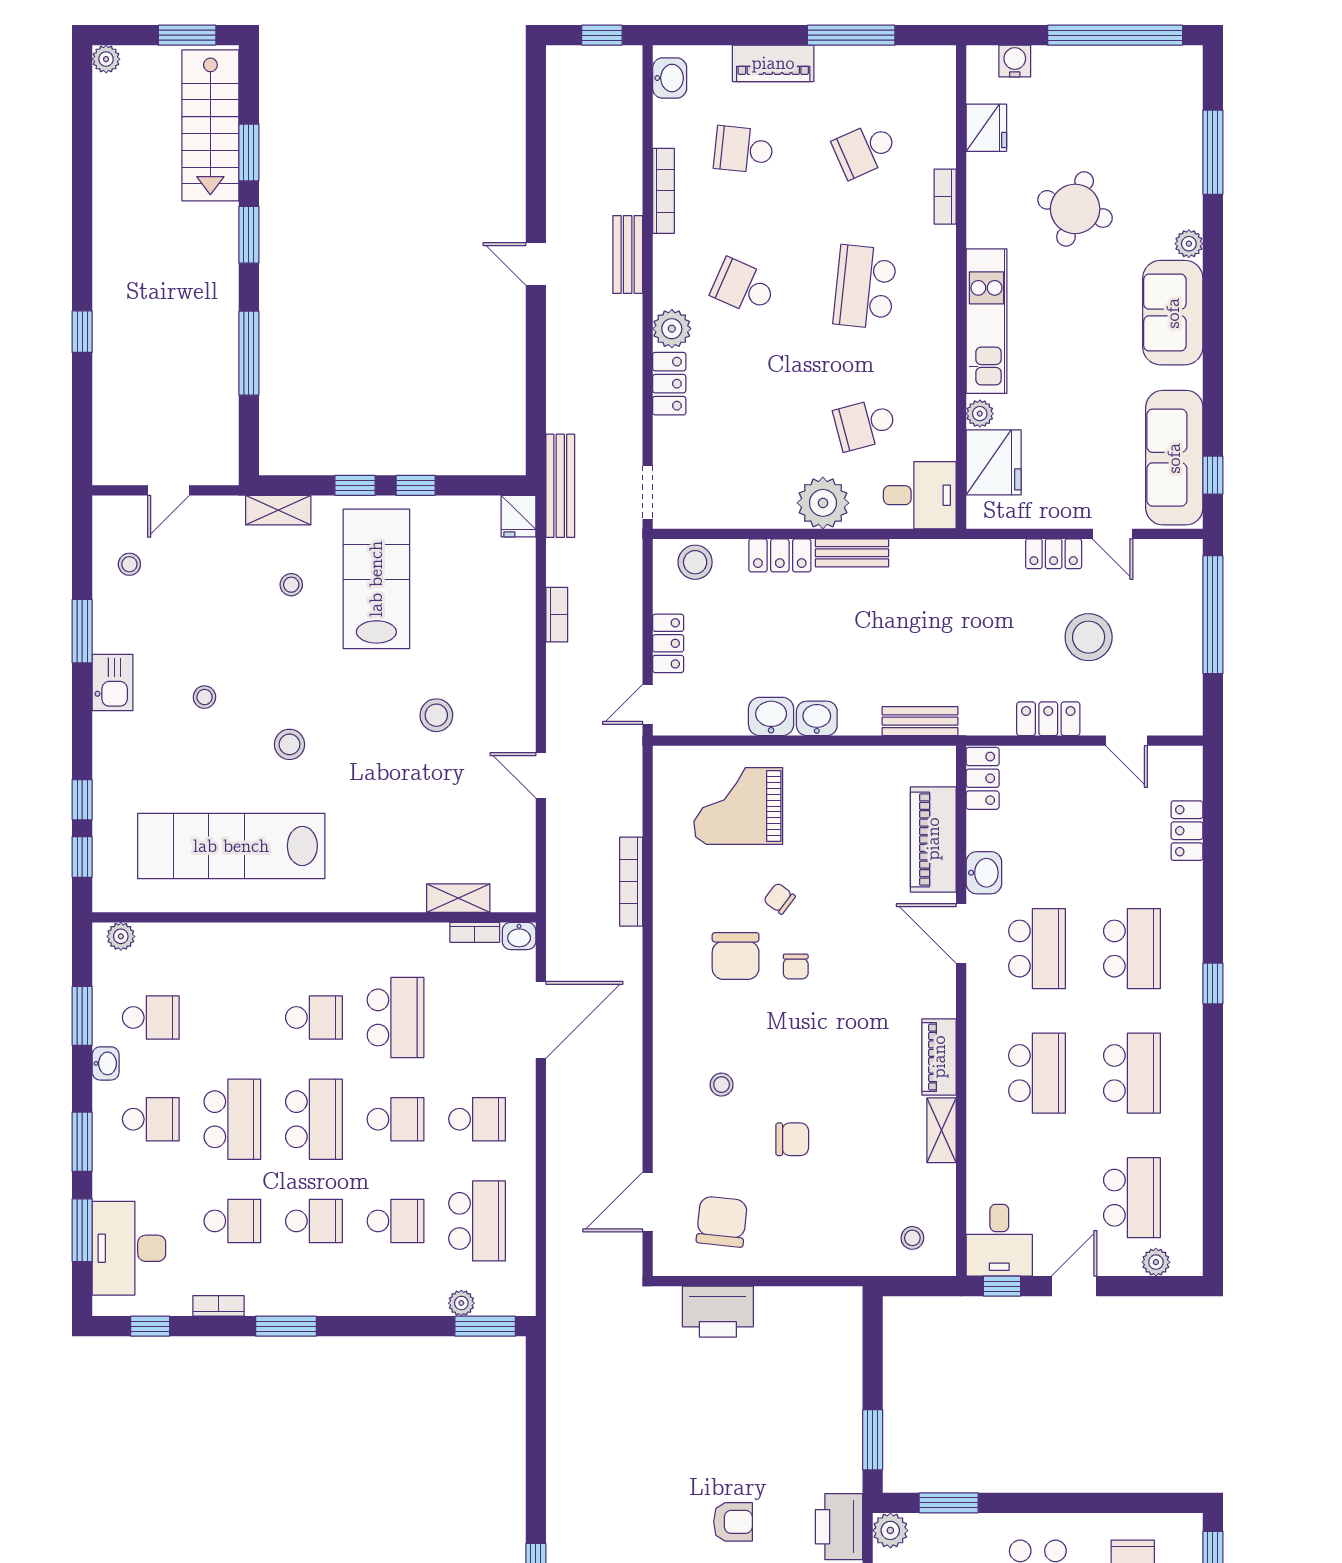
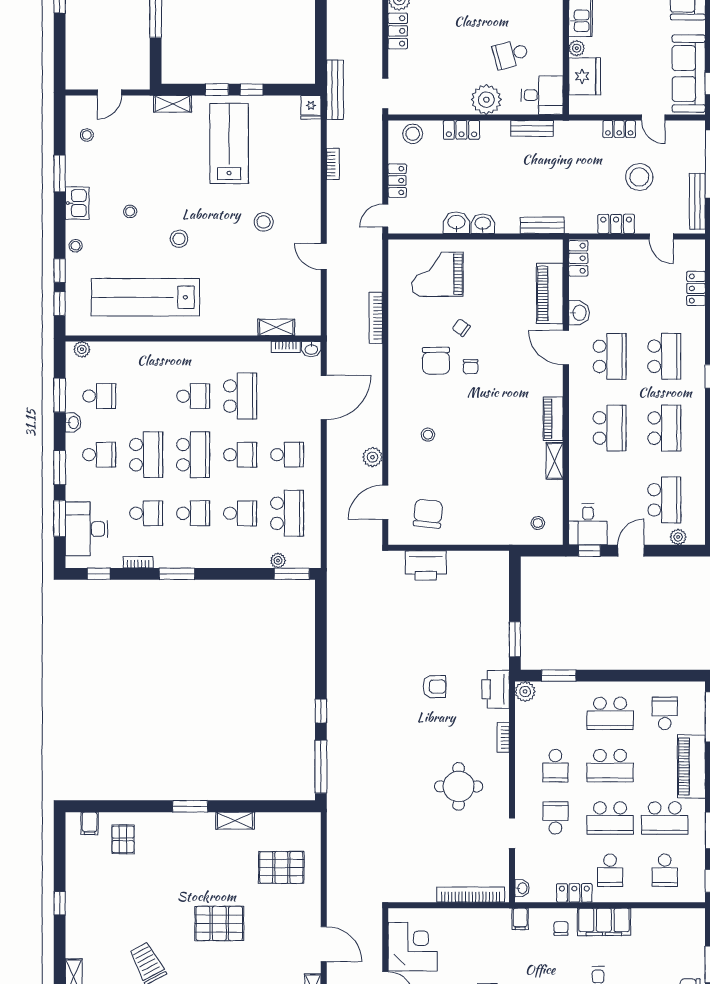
bench: (852, 553) -> (532, 128), moved
stool: (291, 585) -> (76, 246), moved
bench: (1189, 679) -> (697, 201), added
plant: (625, 1123) -> (372, 457), added
chair: (792, 1139) -> (469, 466), removed

